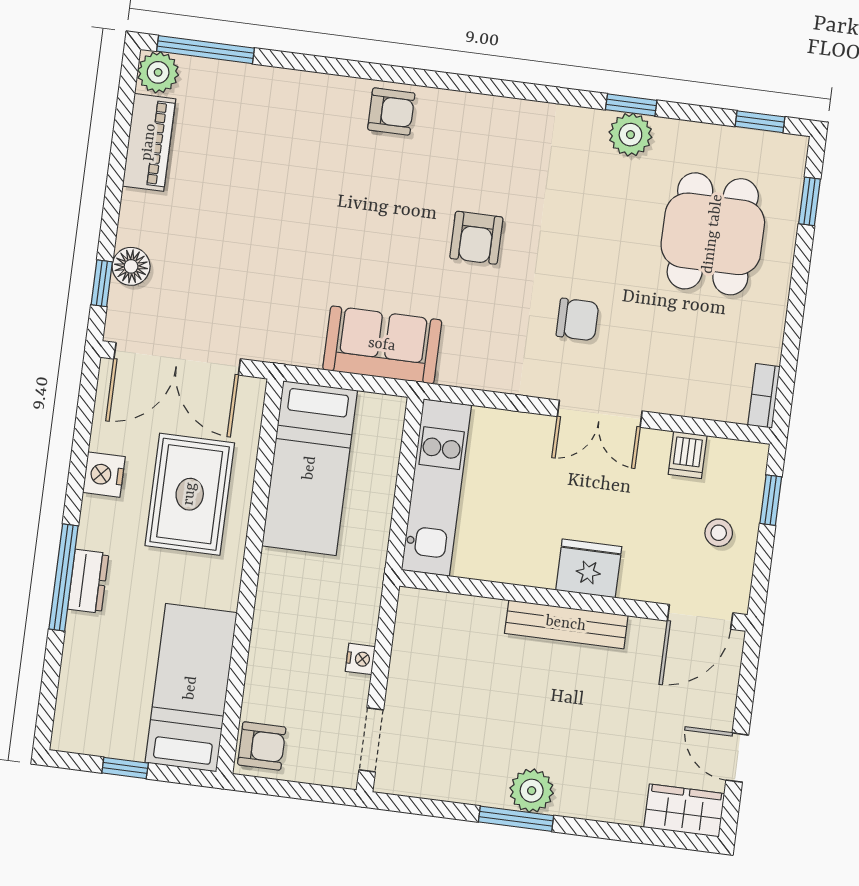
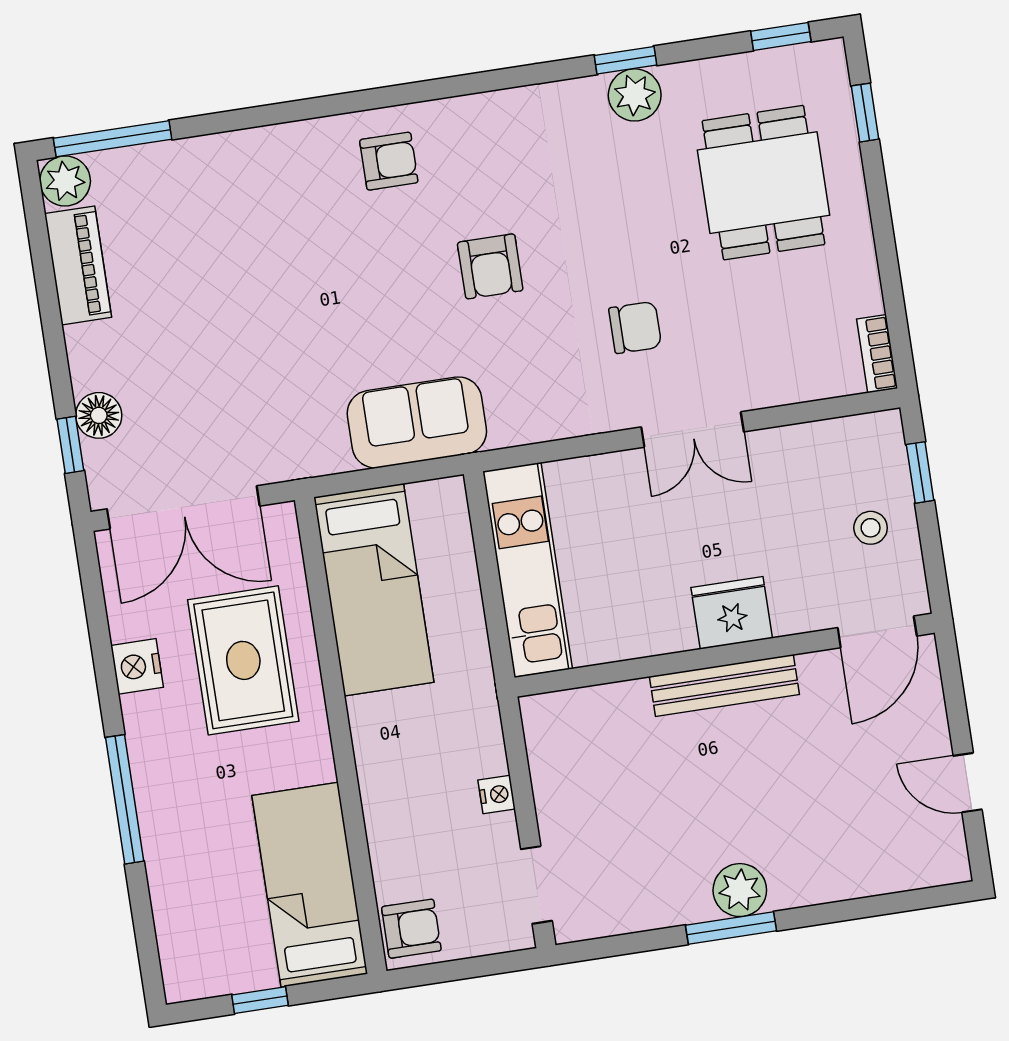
armchair: (391, 111) -> (389, 161), moved
dishwasher: (688, 455) -> (808, 448), removed
dresser: (88, 581) -> (155, 796), removed
wardrobe: (684, 810) -> (924, 862), removed

